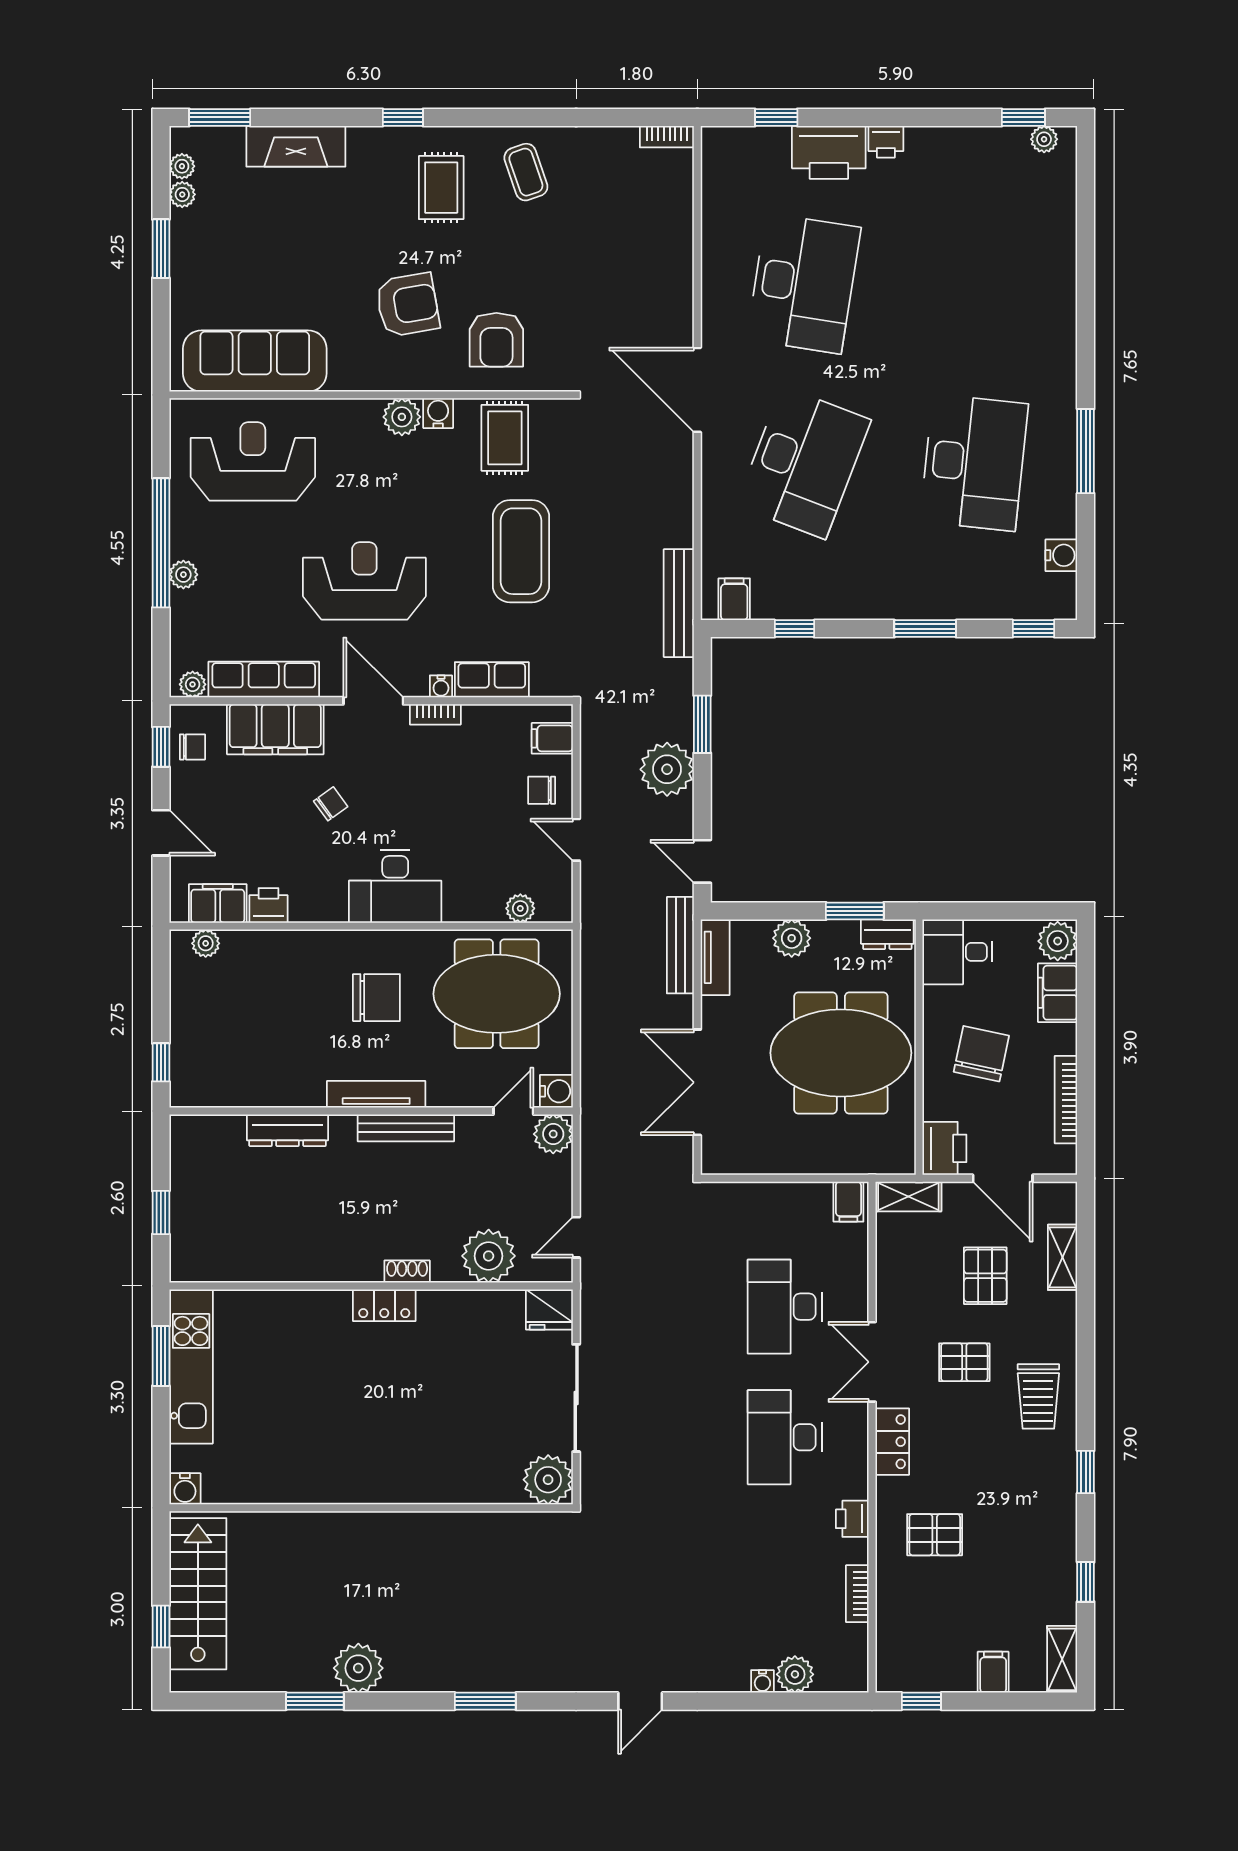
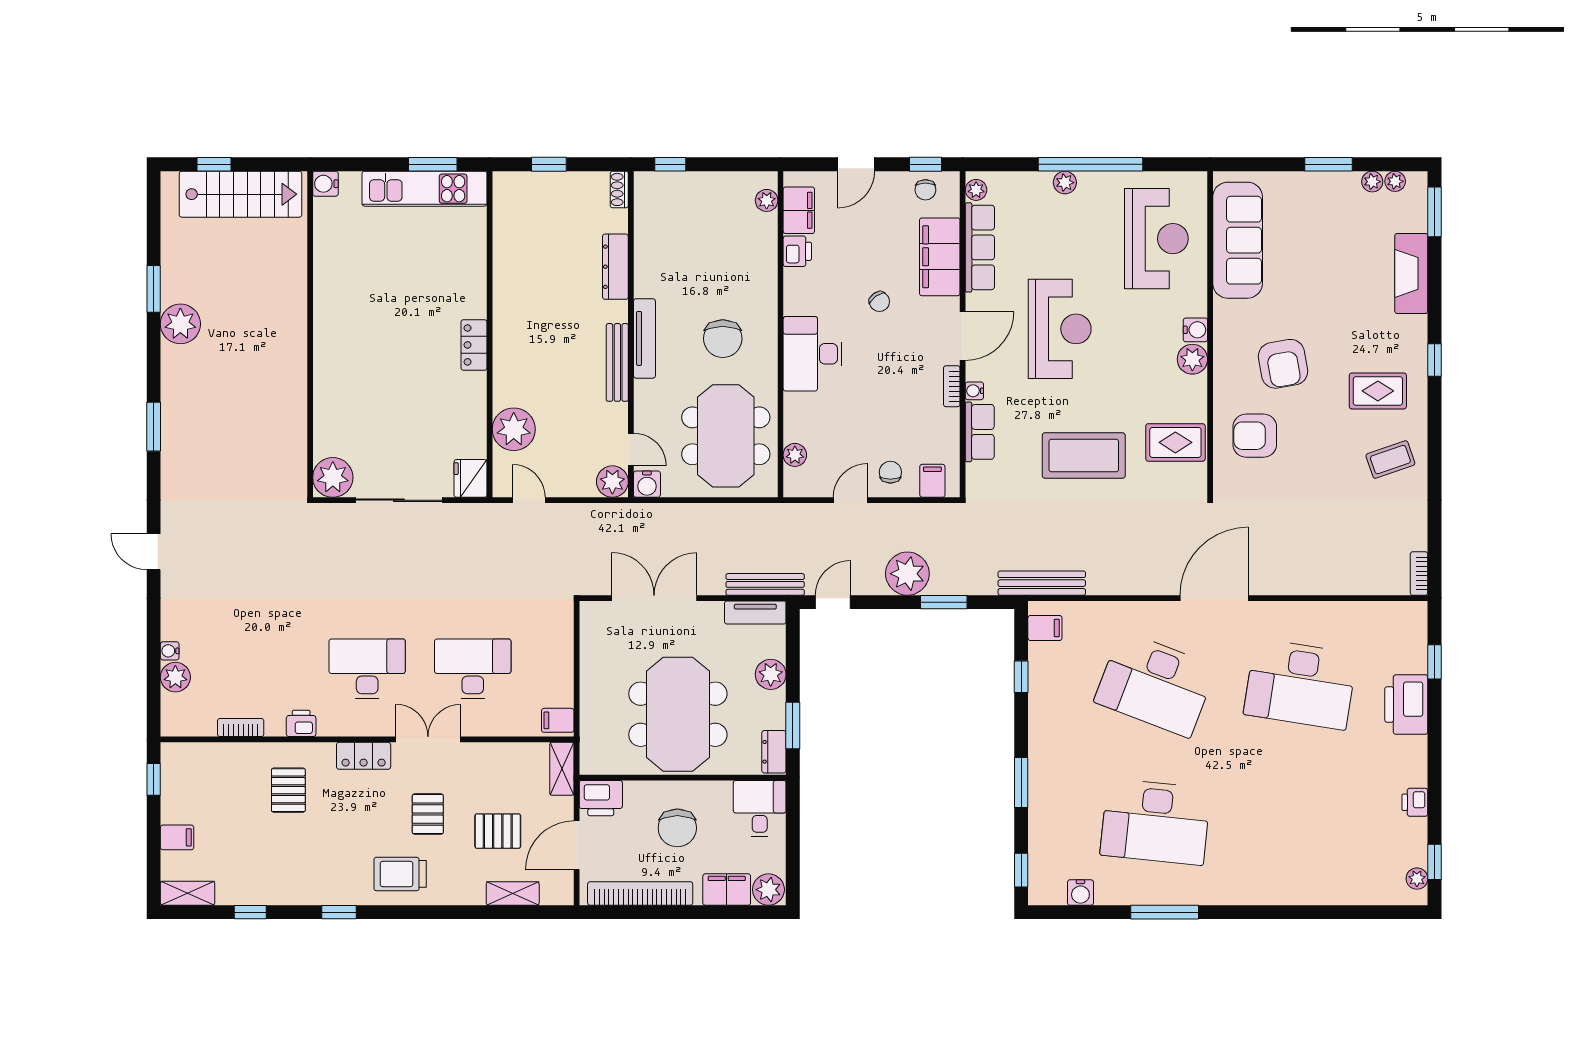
printer: (886, 142) -> (1415, 802), moved
water cooler: (438, 413) -> (1195, 330), moved
chair: (981, 1054) -> (677, 828), turned 78
bookcase: (1066, 1100) -> (640, 893), width x1.48, depth x1.31
shoe rack: (407, 1271) -> (619, 189), moved, turned 180

